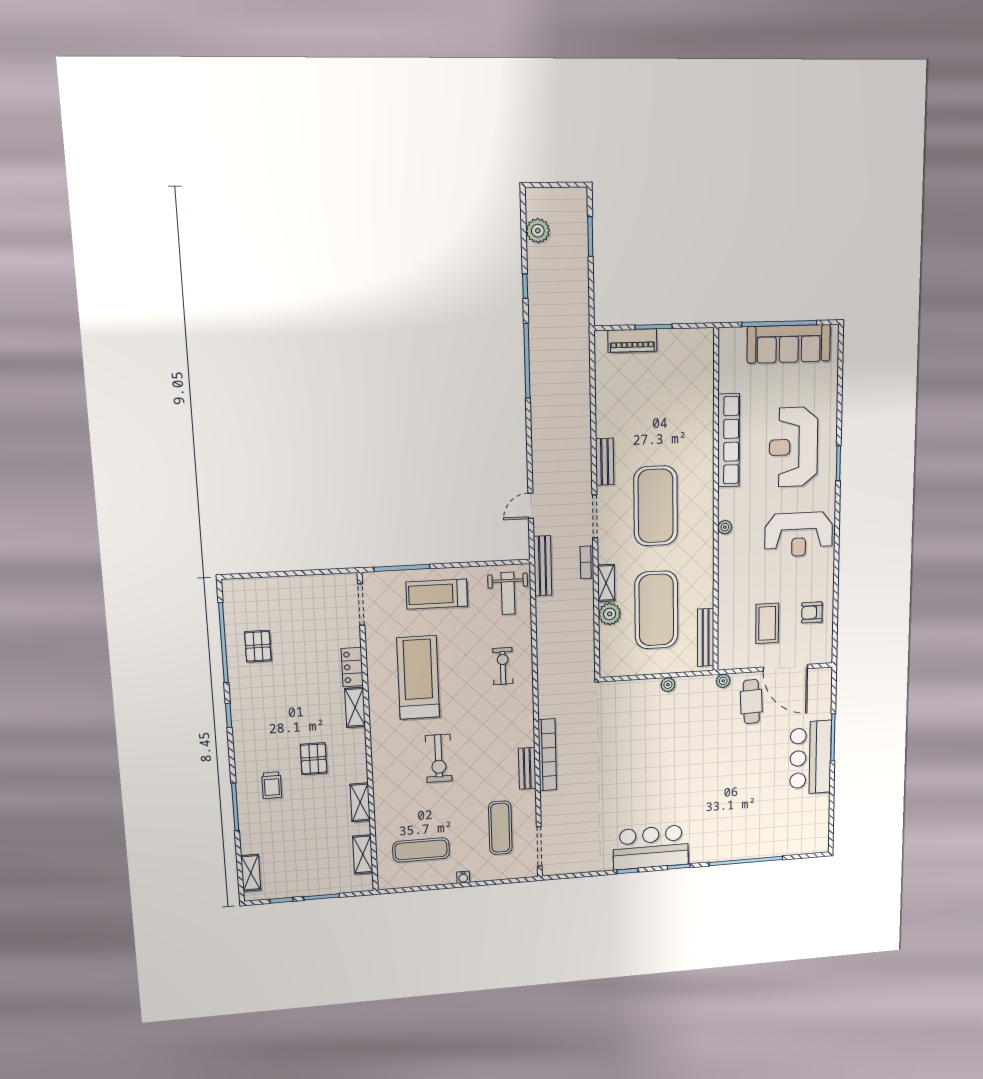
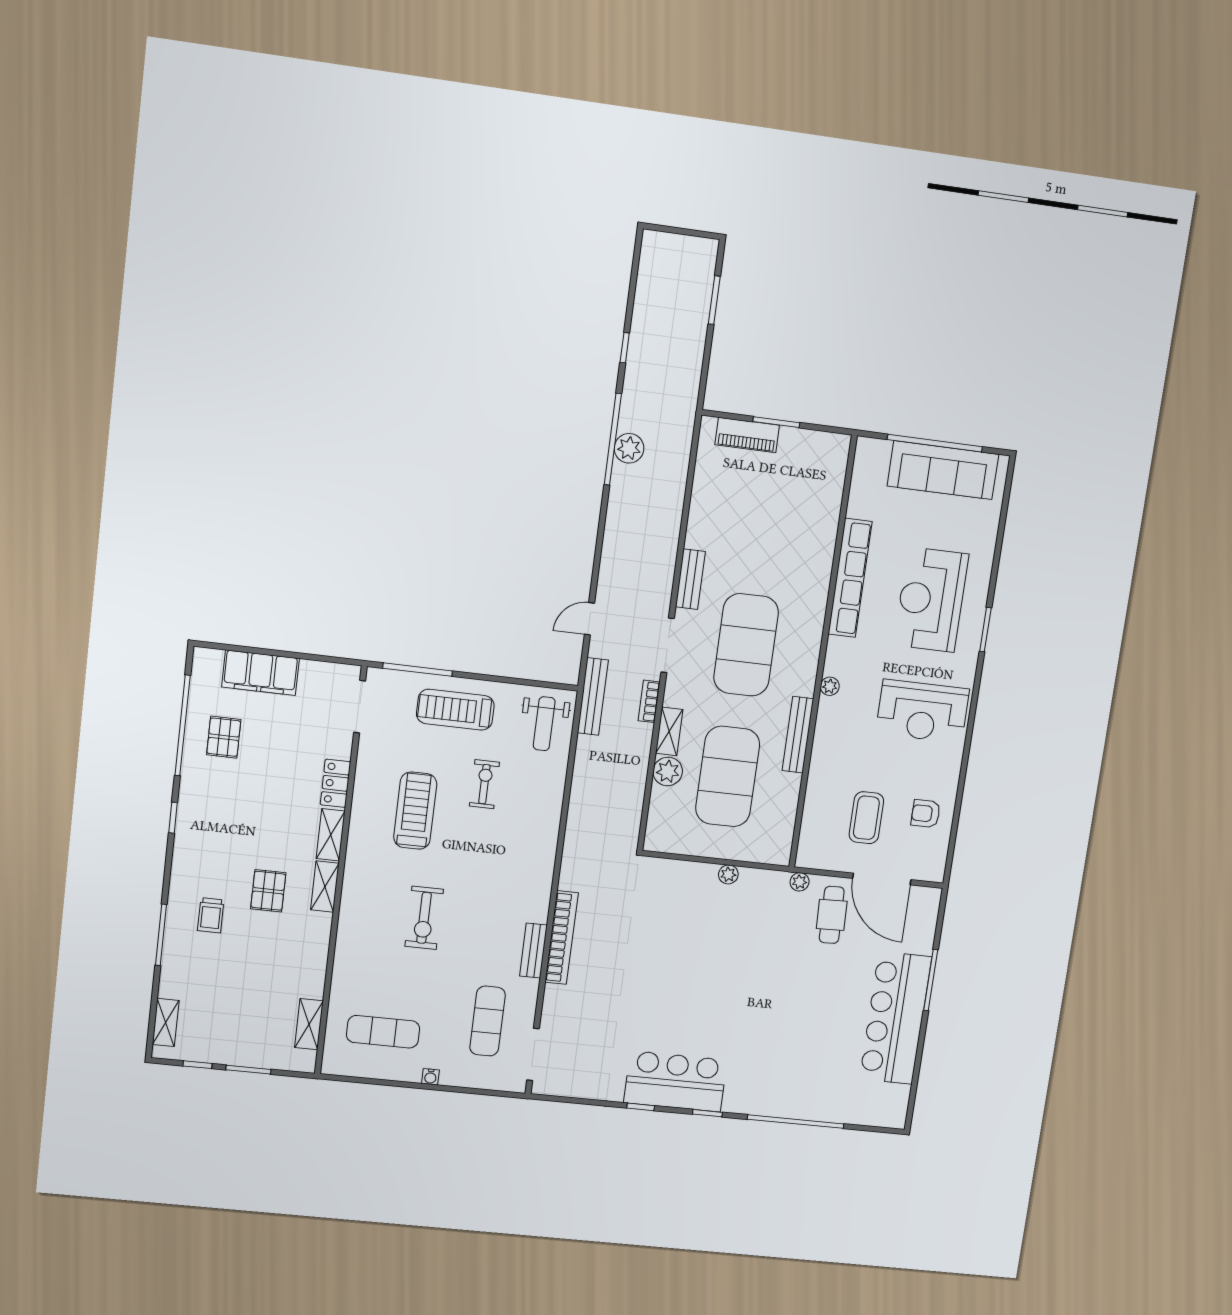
plant: (538, 231) -> (629, 448), moved
filing cabinet: (278, 591) -> (261, 673), added
bench: (706, 637) -> (798, 735), moved
exercise bike: (503, 666) -> (484, 784), moved
treadmill: (418, 677) -> (415, 811), width x0.73, depth x0.73
bar counter: (811, 758) -> (895, 1018), width x1.36
shelving: (360, 802) -> (325, 887), moved

